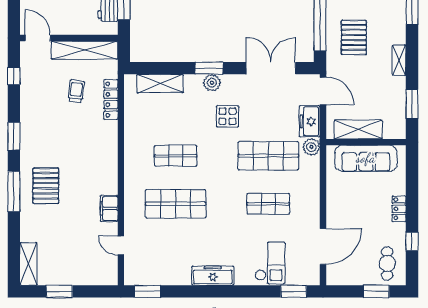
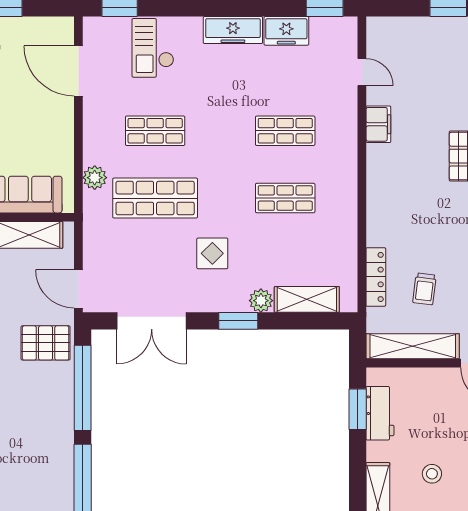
pallet: (354, 37) -> (46, 343), moved, turned 90
plant: (212, 83) -> (261, 301), moved
freezer: (310, 121) -> (286, 31), moved, turned 90
plant: (311, 147) -> (95, 178), moved
shop shelf: (176, 204) -> (285, 131), width x0.70, depth x0.74
door: (323, 246) -> (78, 71), hinge flipped

